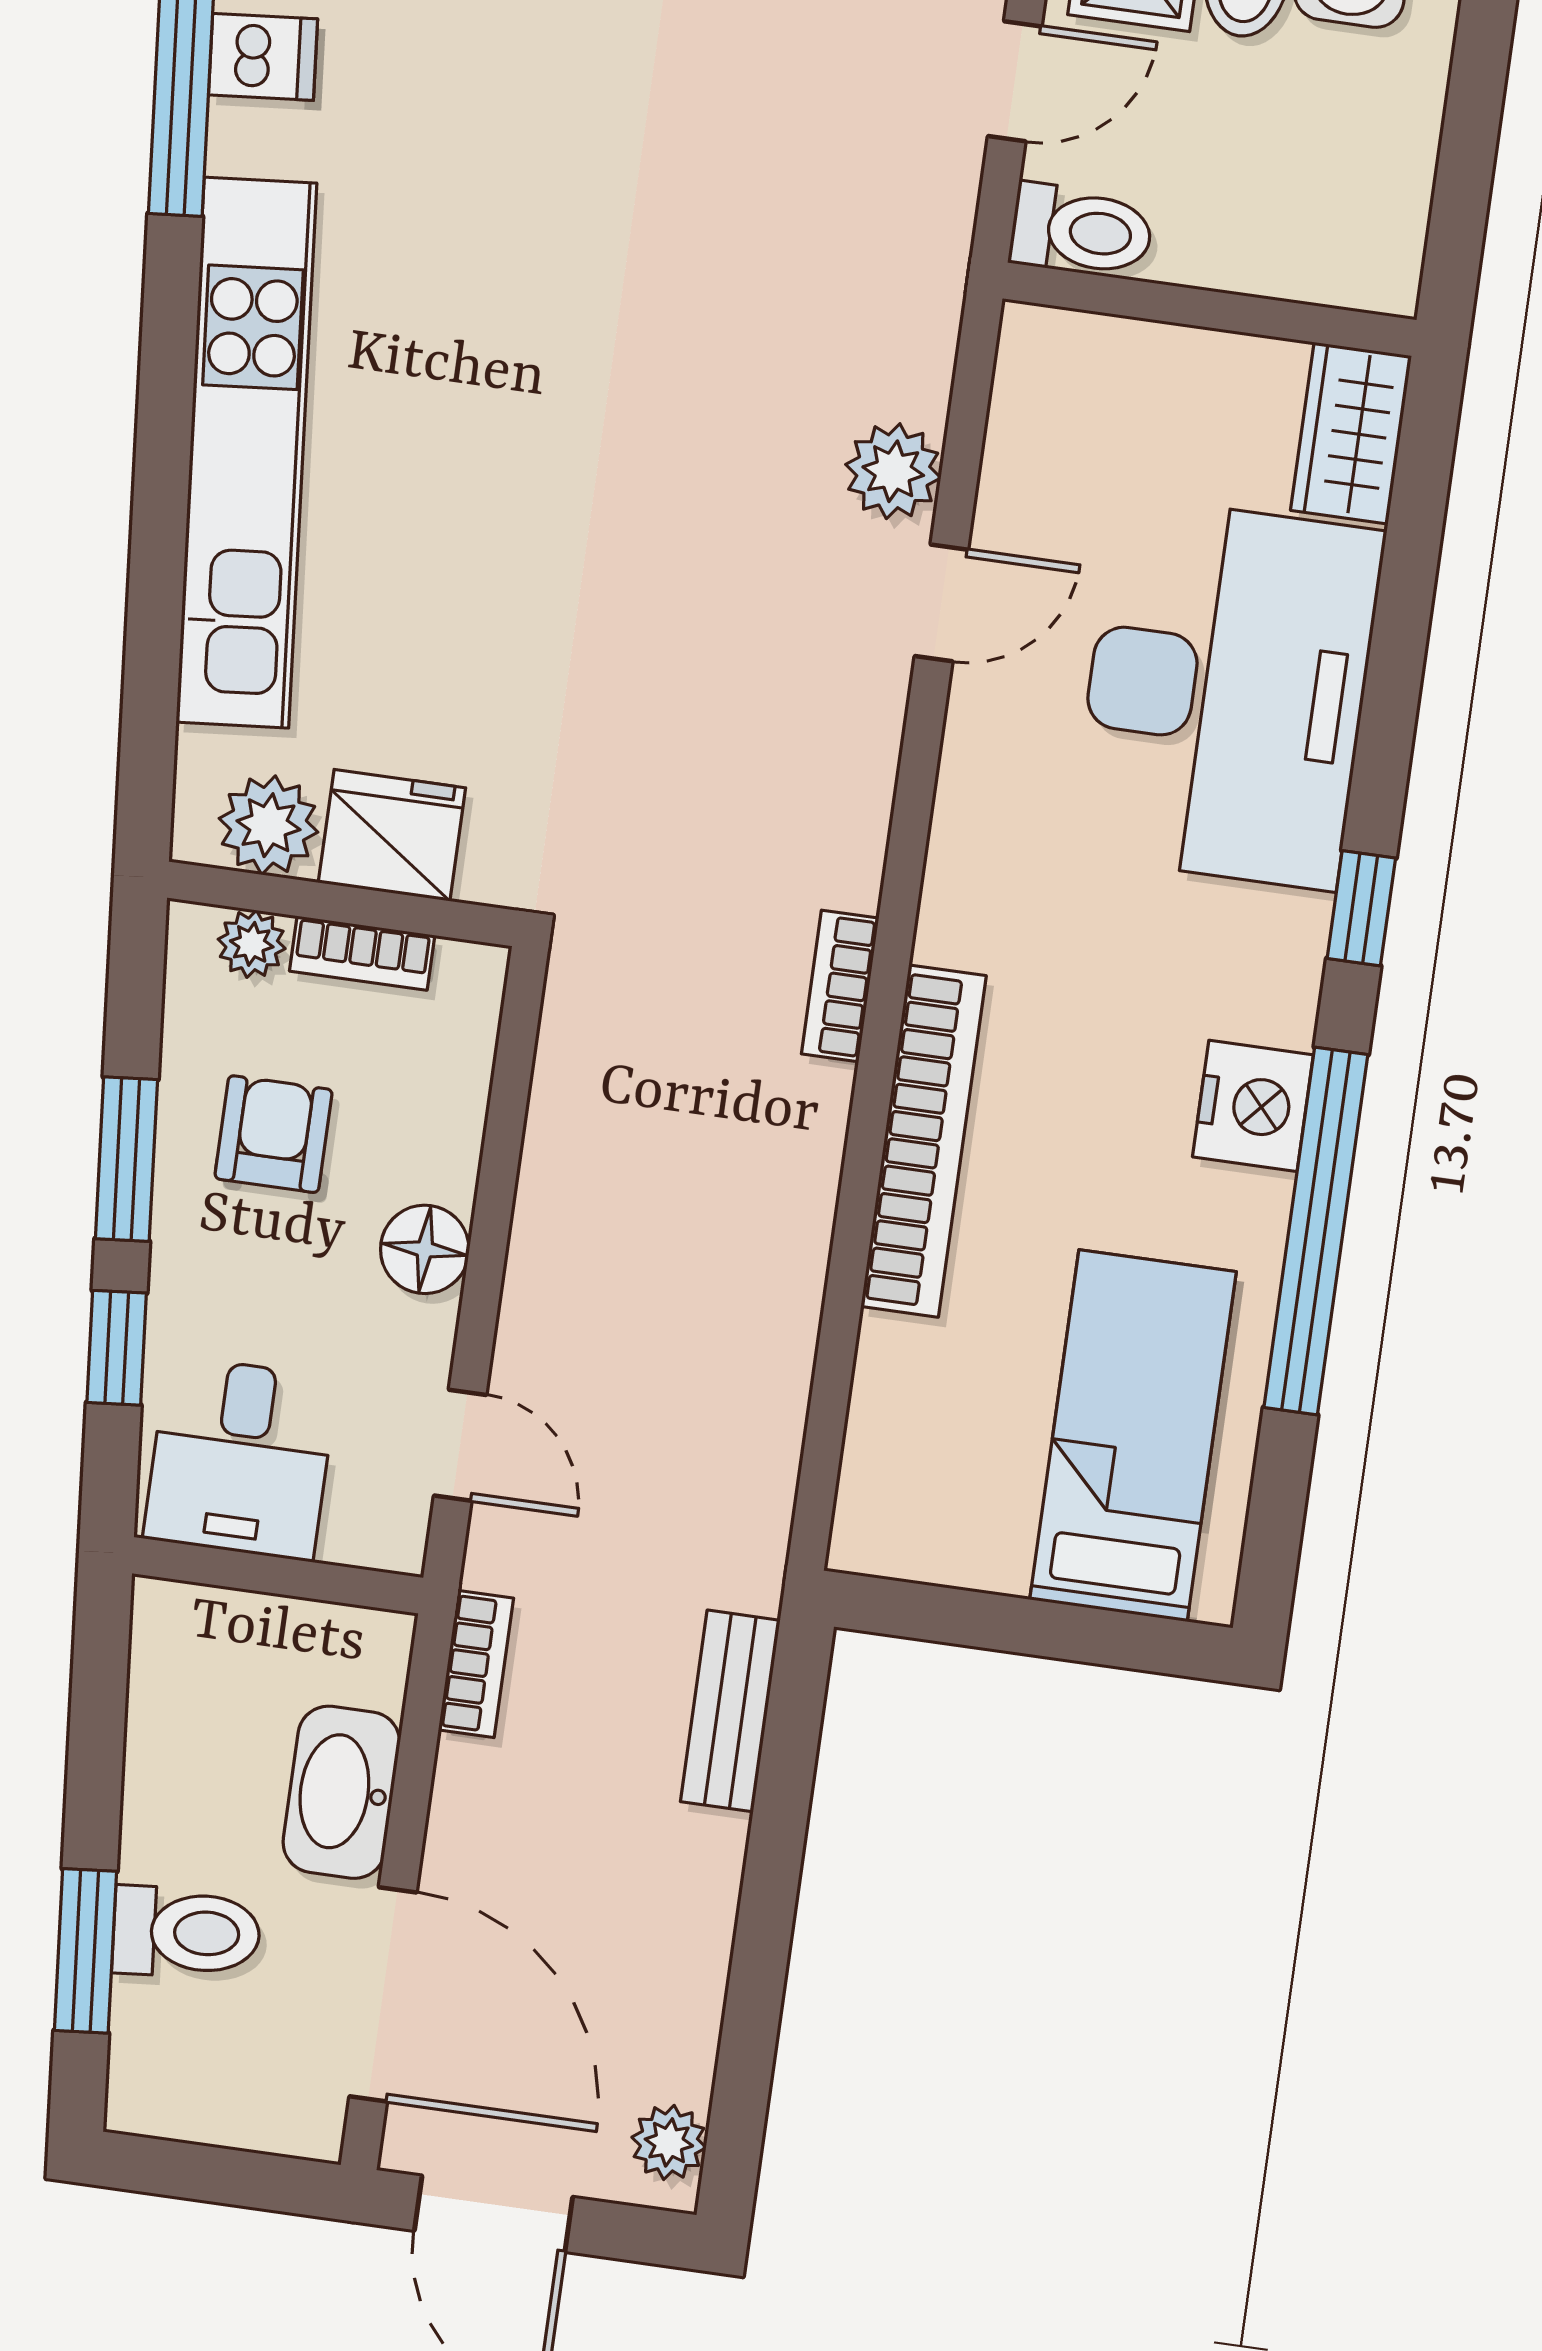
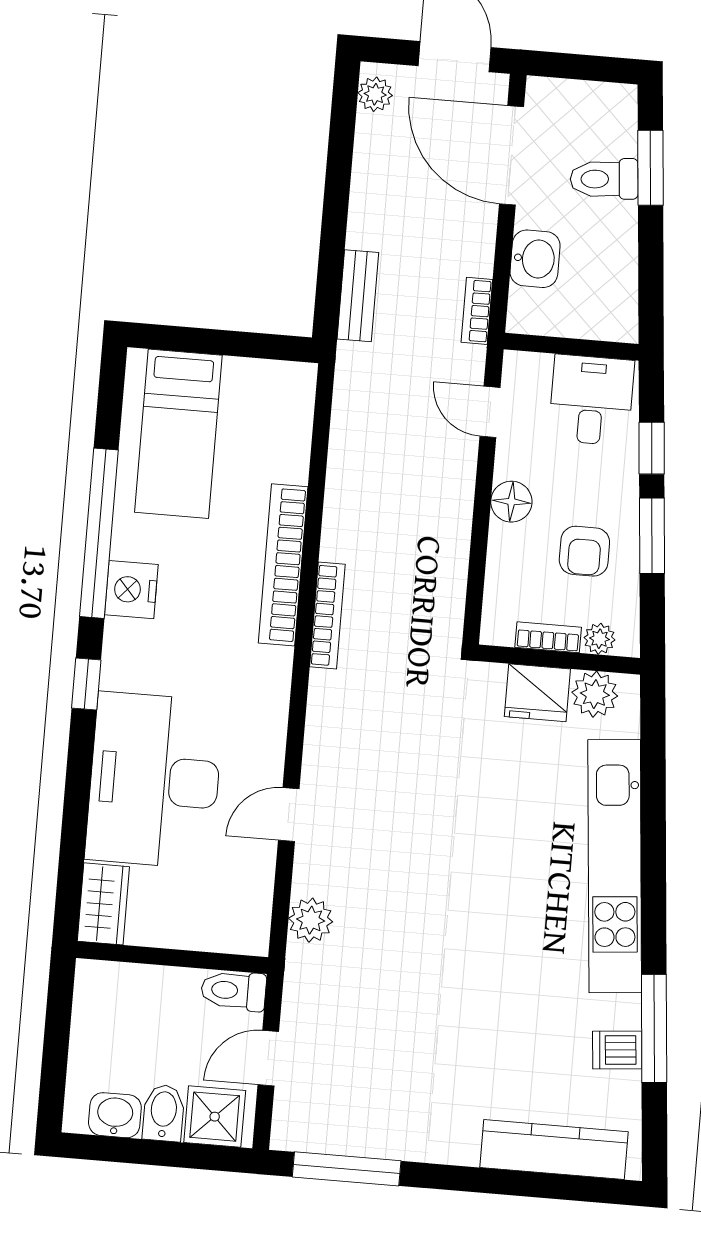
plant: (893, 471) -> (311, 920), moved
bookcase: (840, 986) -> (327, 616), width x1.56
washbasin: (341, 1792) -> (535, 259), width x0.72

